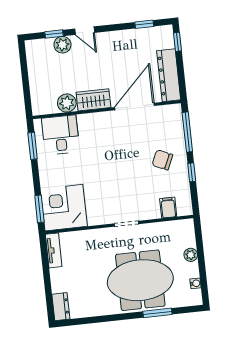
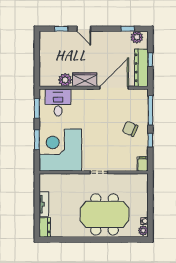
window: (177, 42) -> (150, 60), moved
plant: (62, 45) -> (137, 37), moved
corner desk: (64, 208) -> (60, 150), width x1.36, depth x1.36
filing cabinet: (168, 208) -> (143, 164), moved
window: (39, 209) -> (37, 140), moved
tv unit: (54, 250) -> (44, 204), moved
plant: (191, 255) -> (143, 231), moved
window: (157, 313) -> (114, 240), removed

